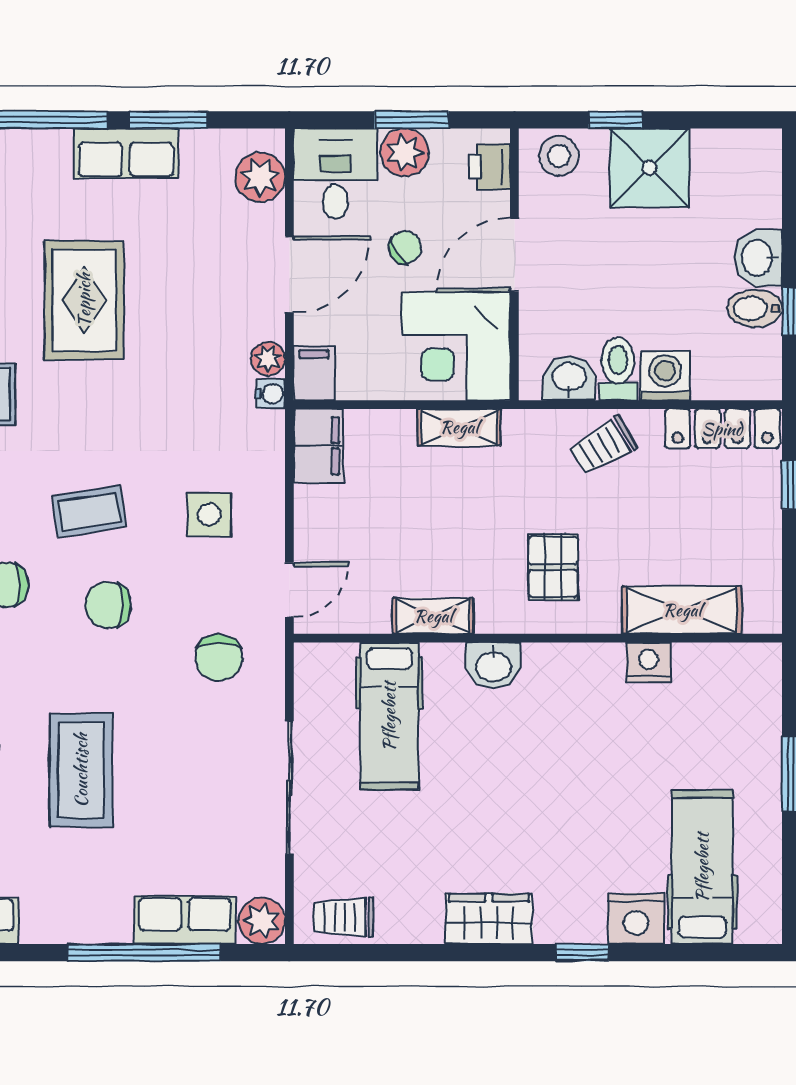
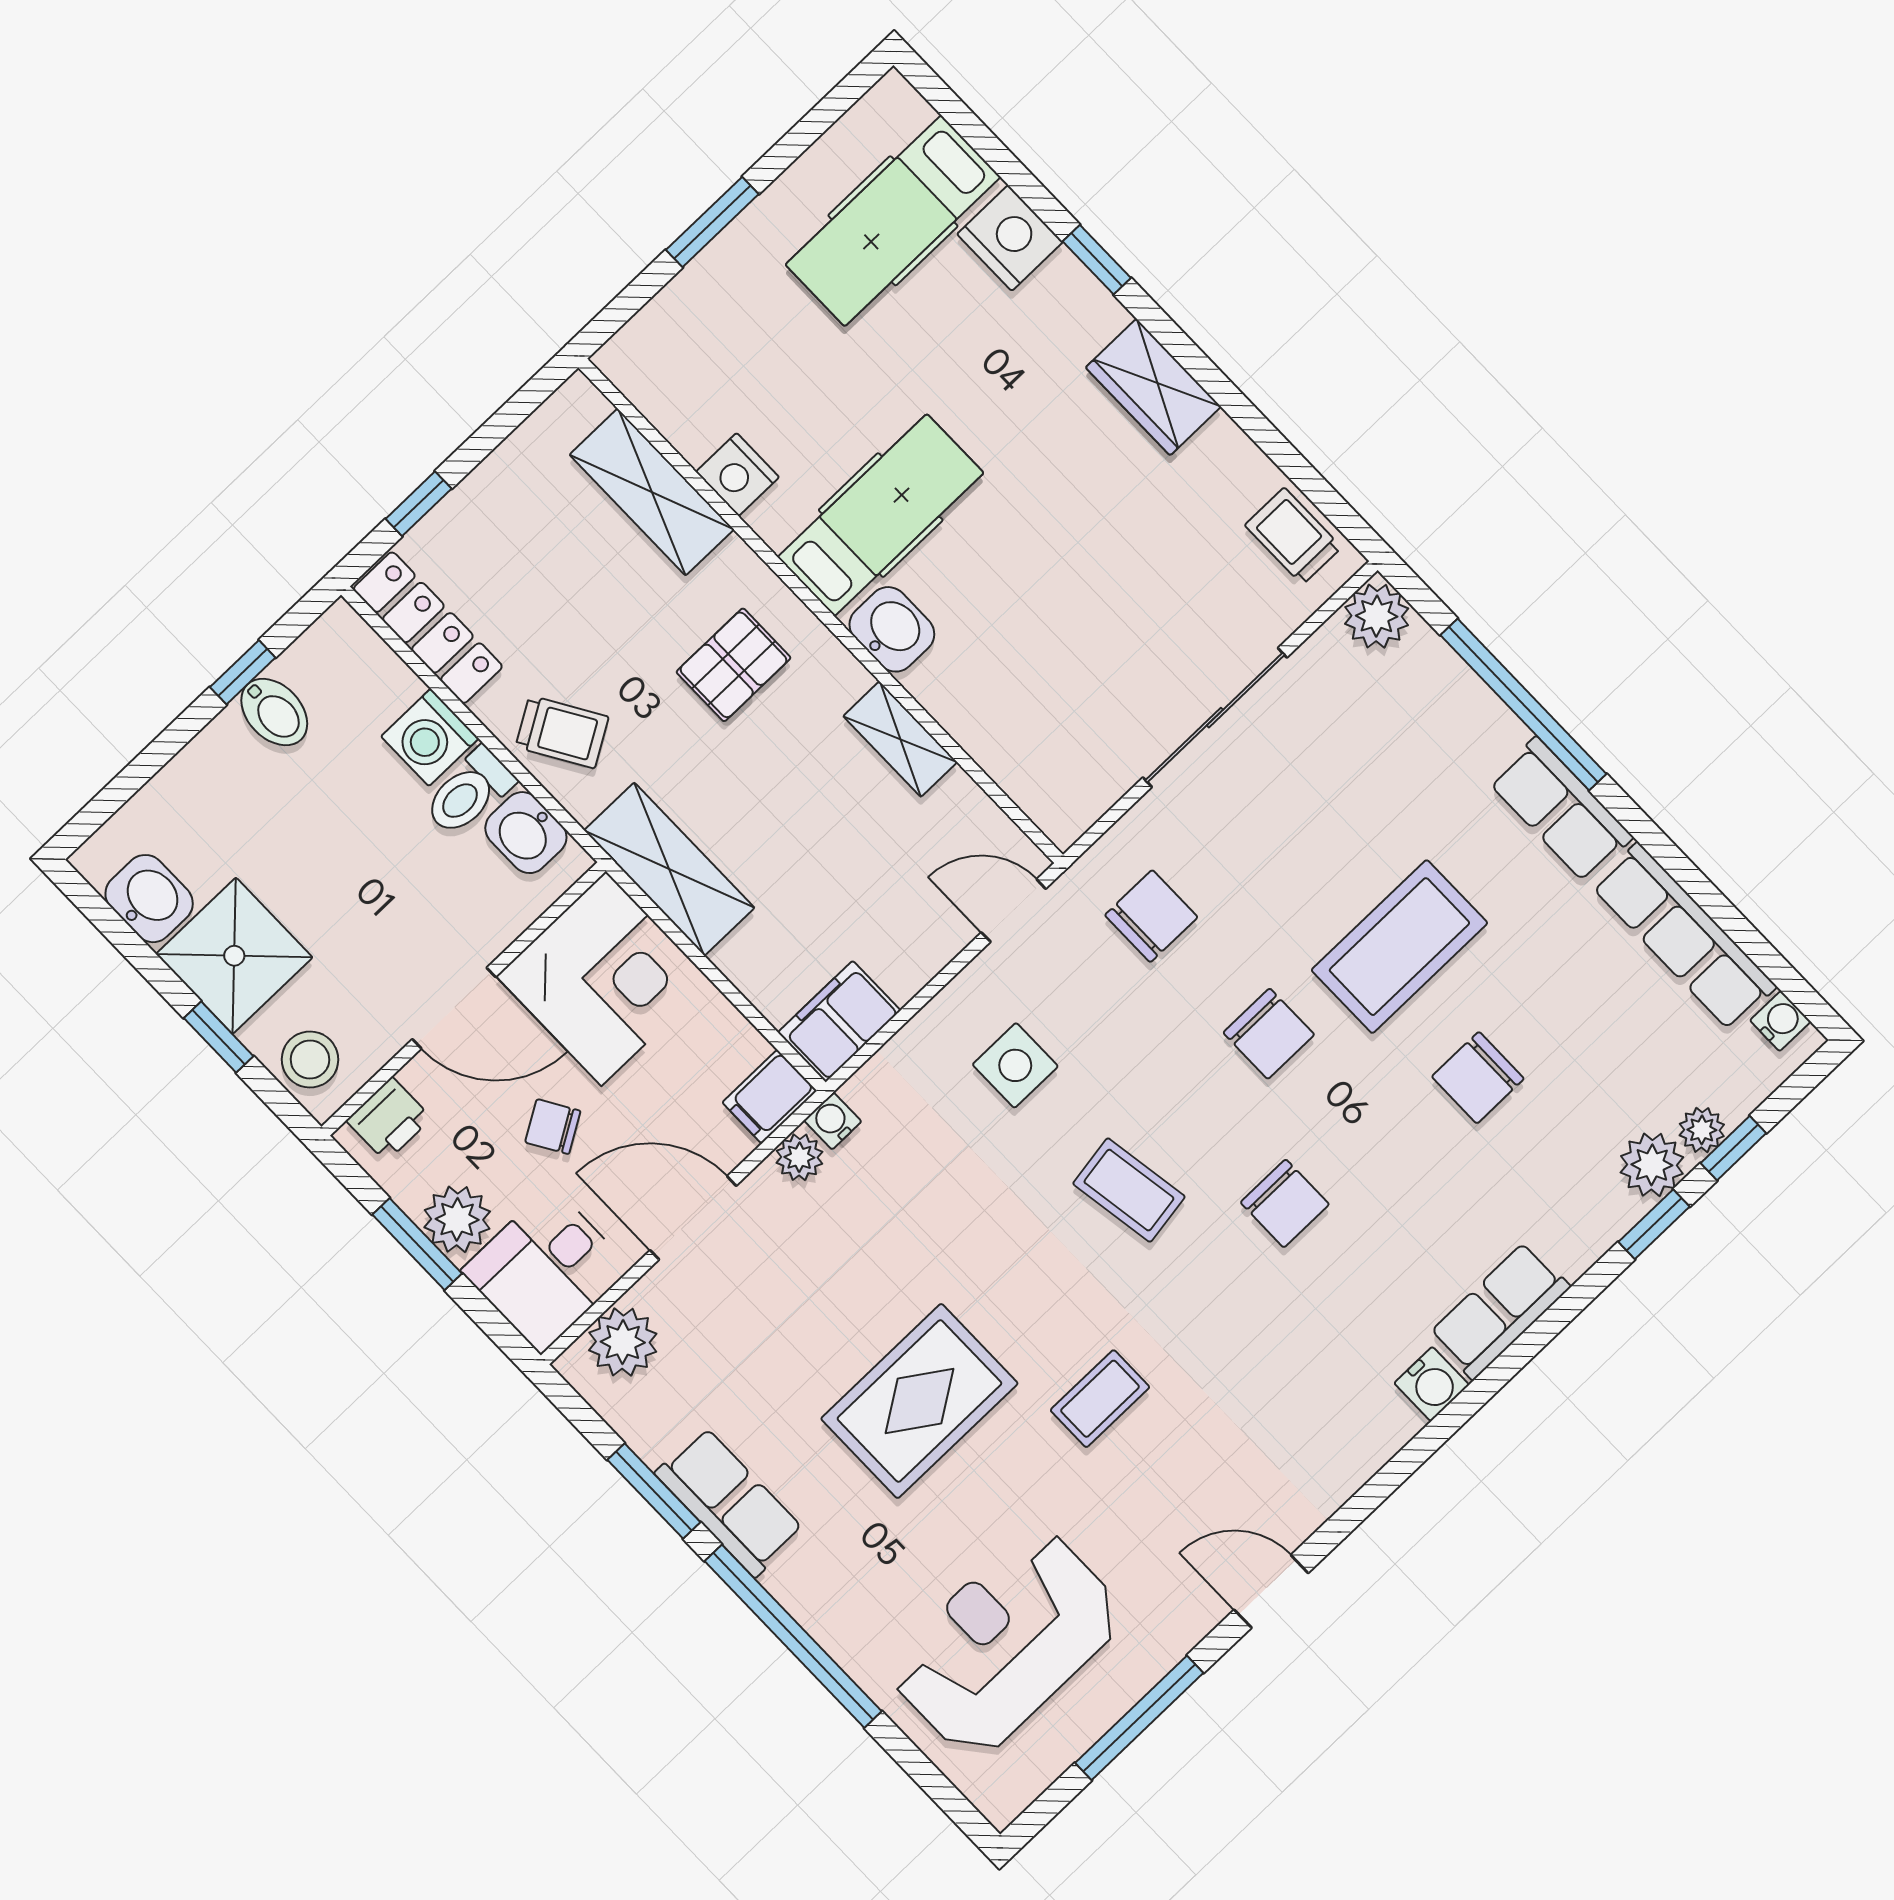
washbasin: (758, 258) -> (149, 899), moved, turned -90
shelving: (459, 427) -> (669, 869), width x1.50, depth x1.33
chair: (108, 605) -> (1269, 1034), moved
hospital bed: (389, 716) -> (881, 515), moved
trolley: (344, 917) -> (1293, 536), turned 180
row of seats: (185, 920) -> (1561, 810), moved

